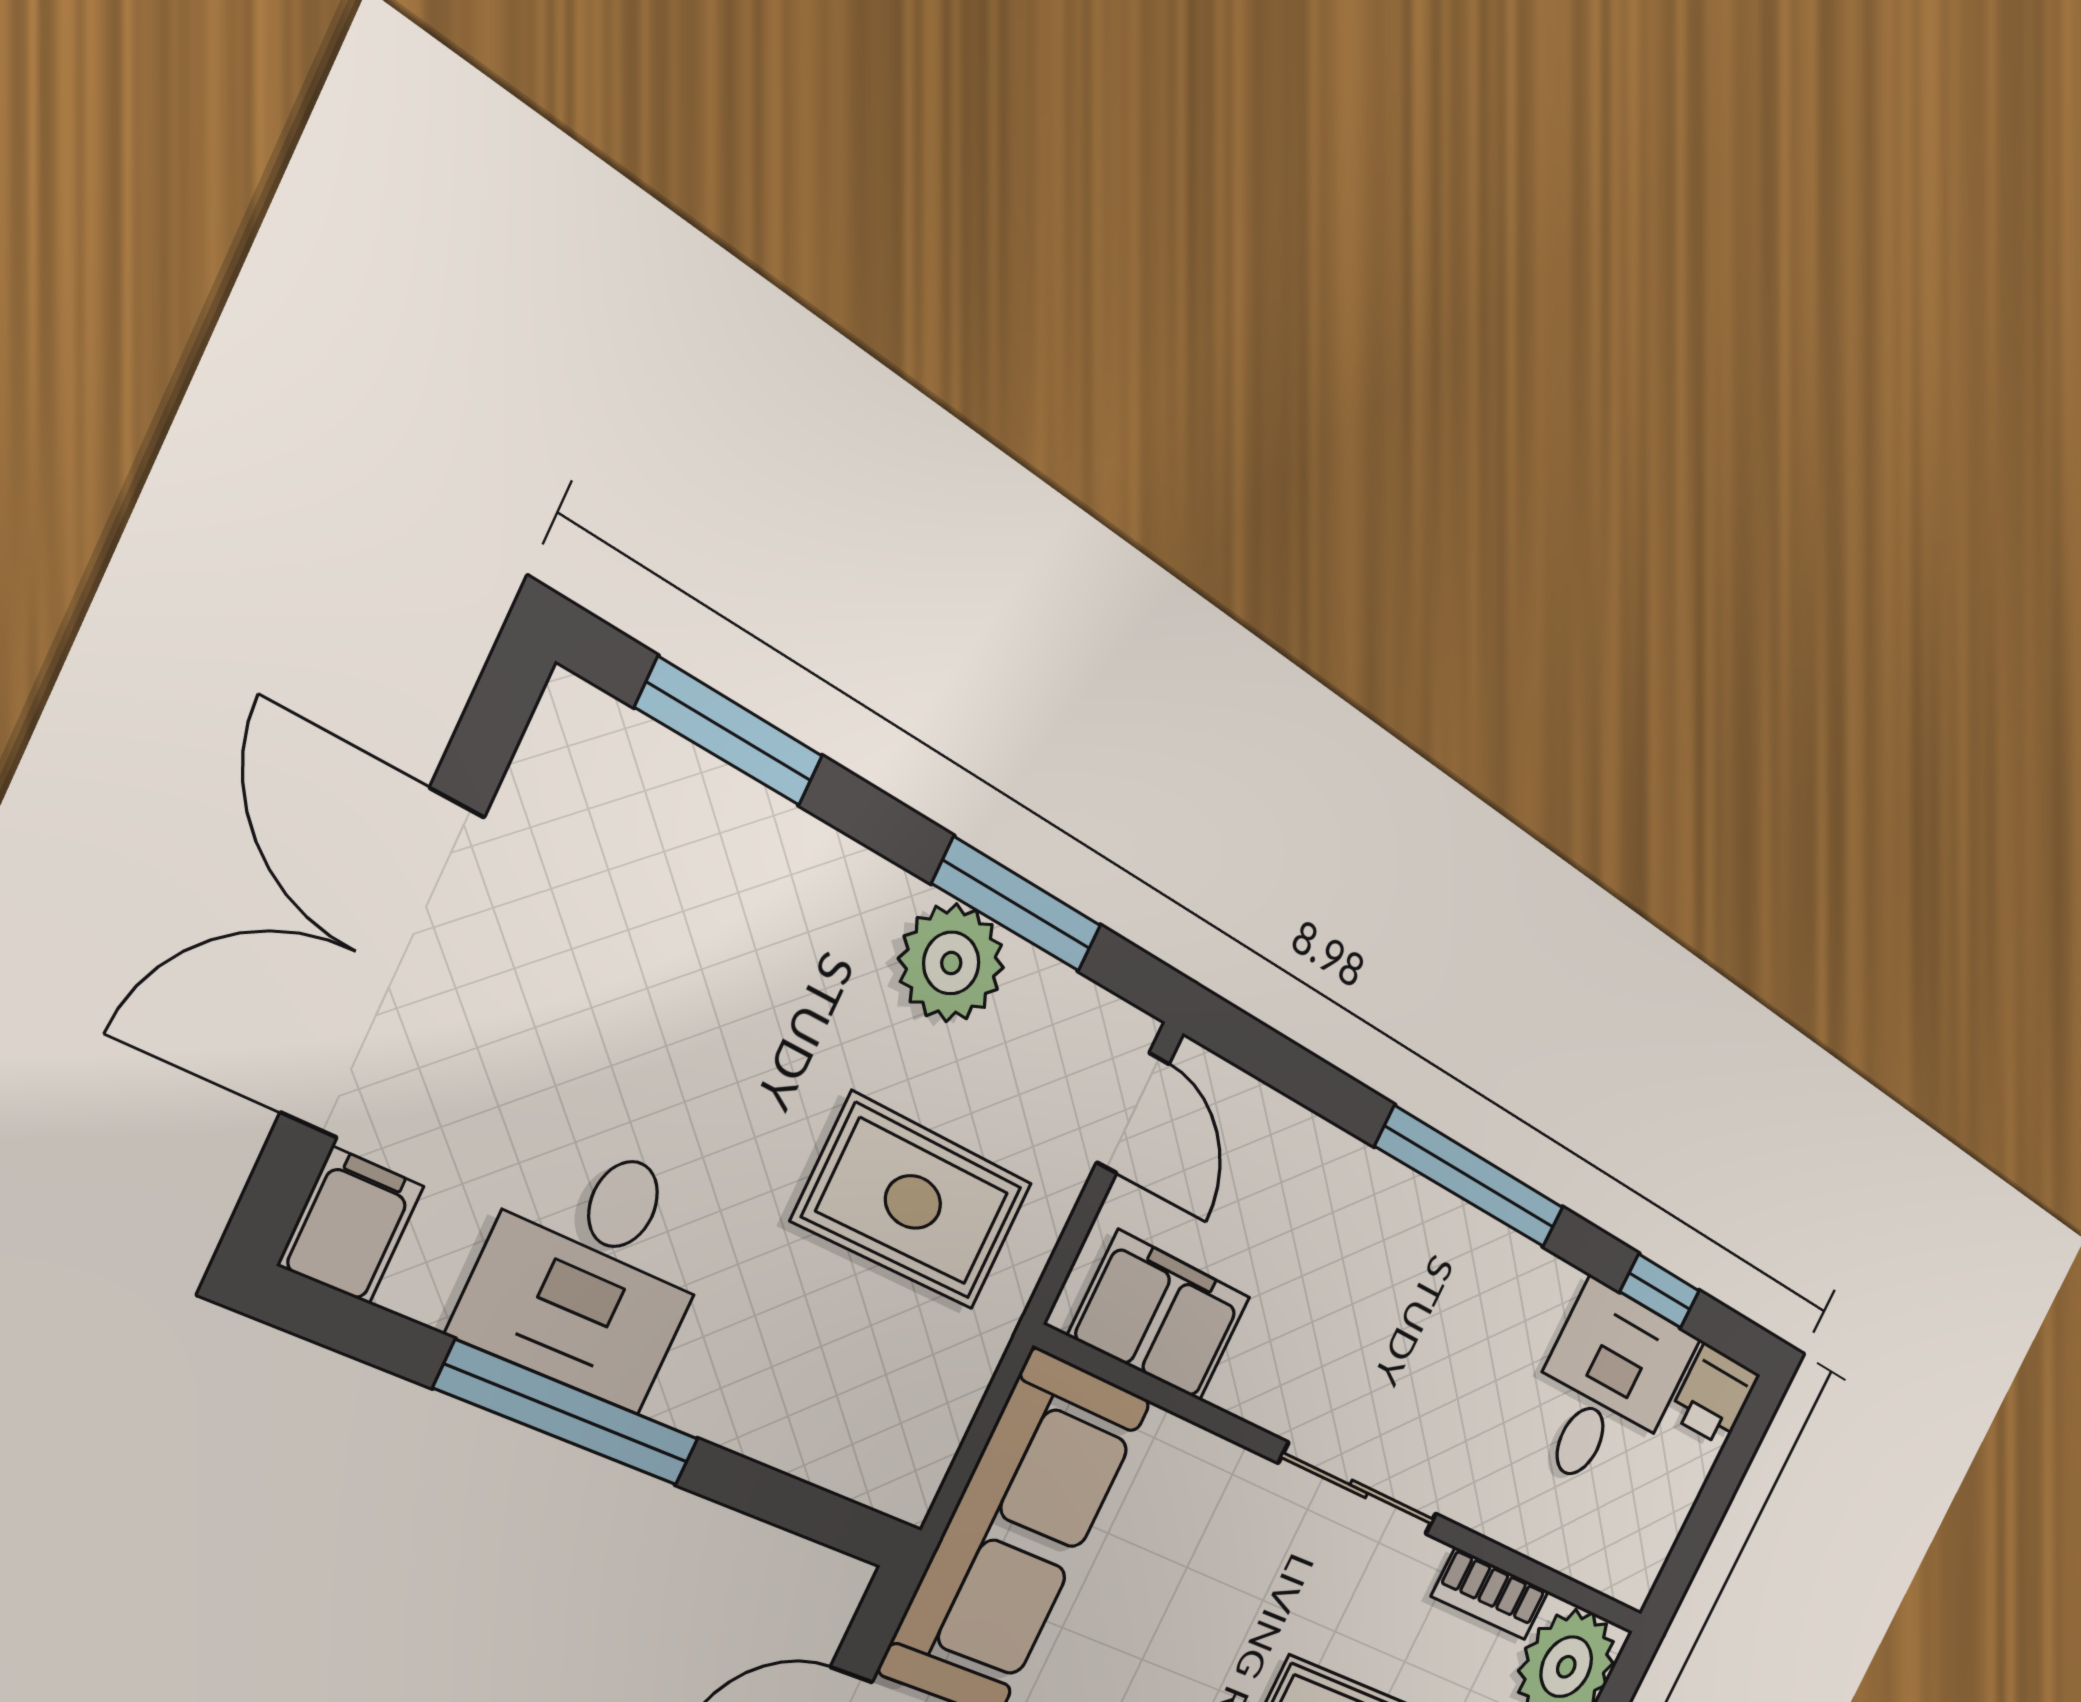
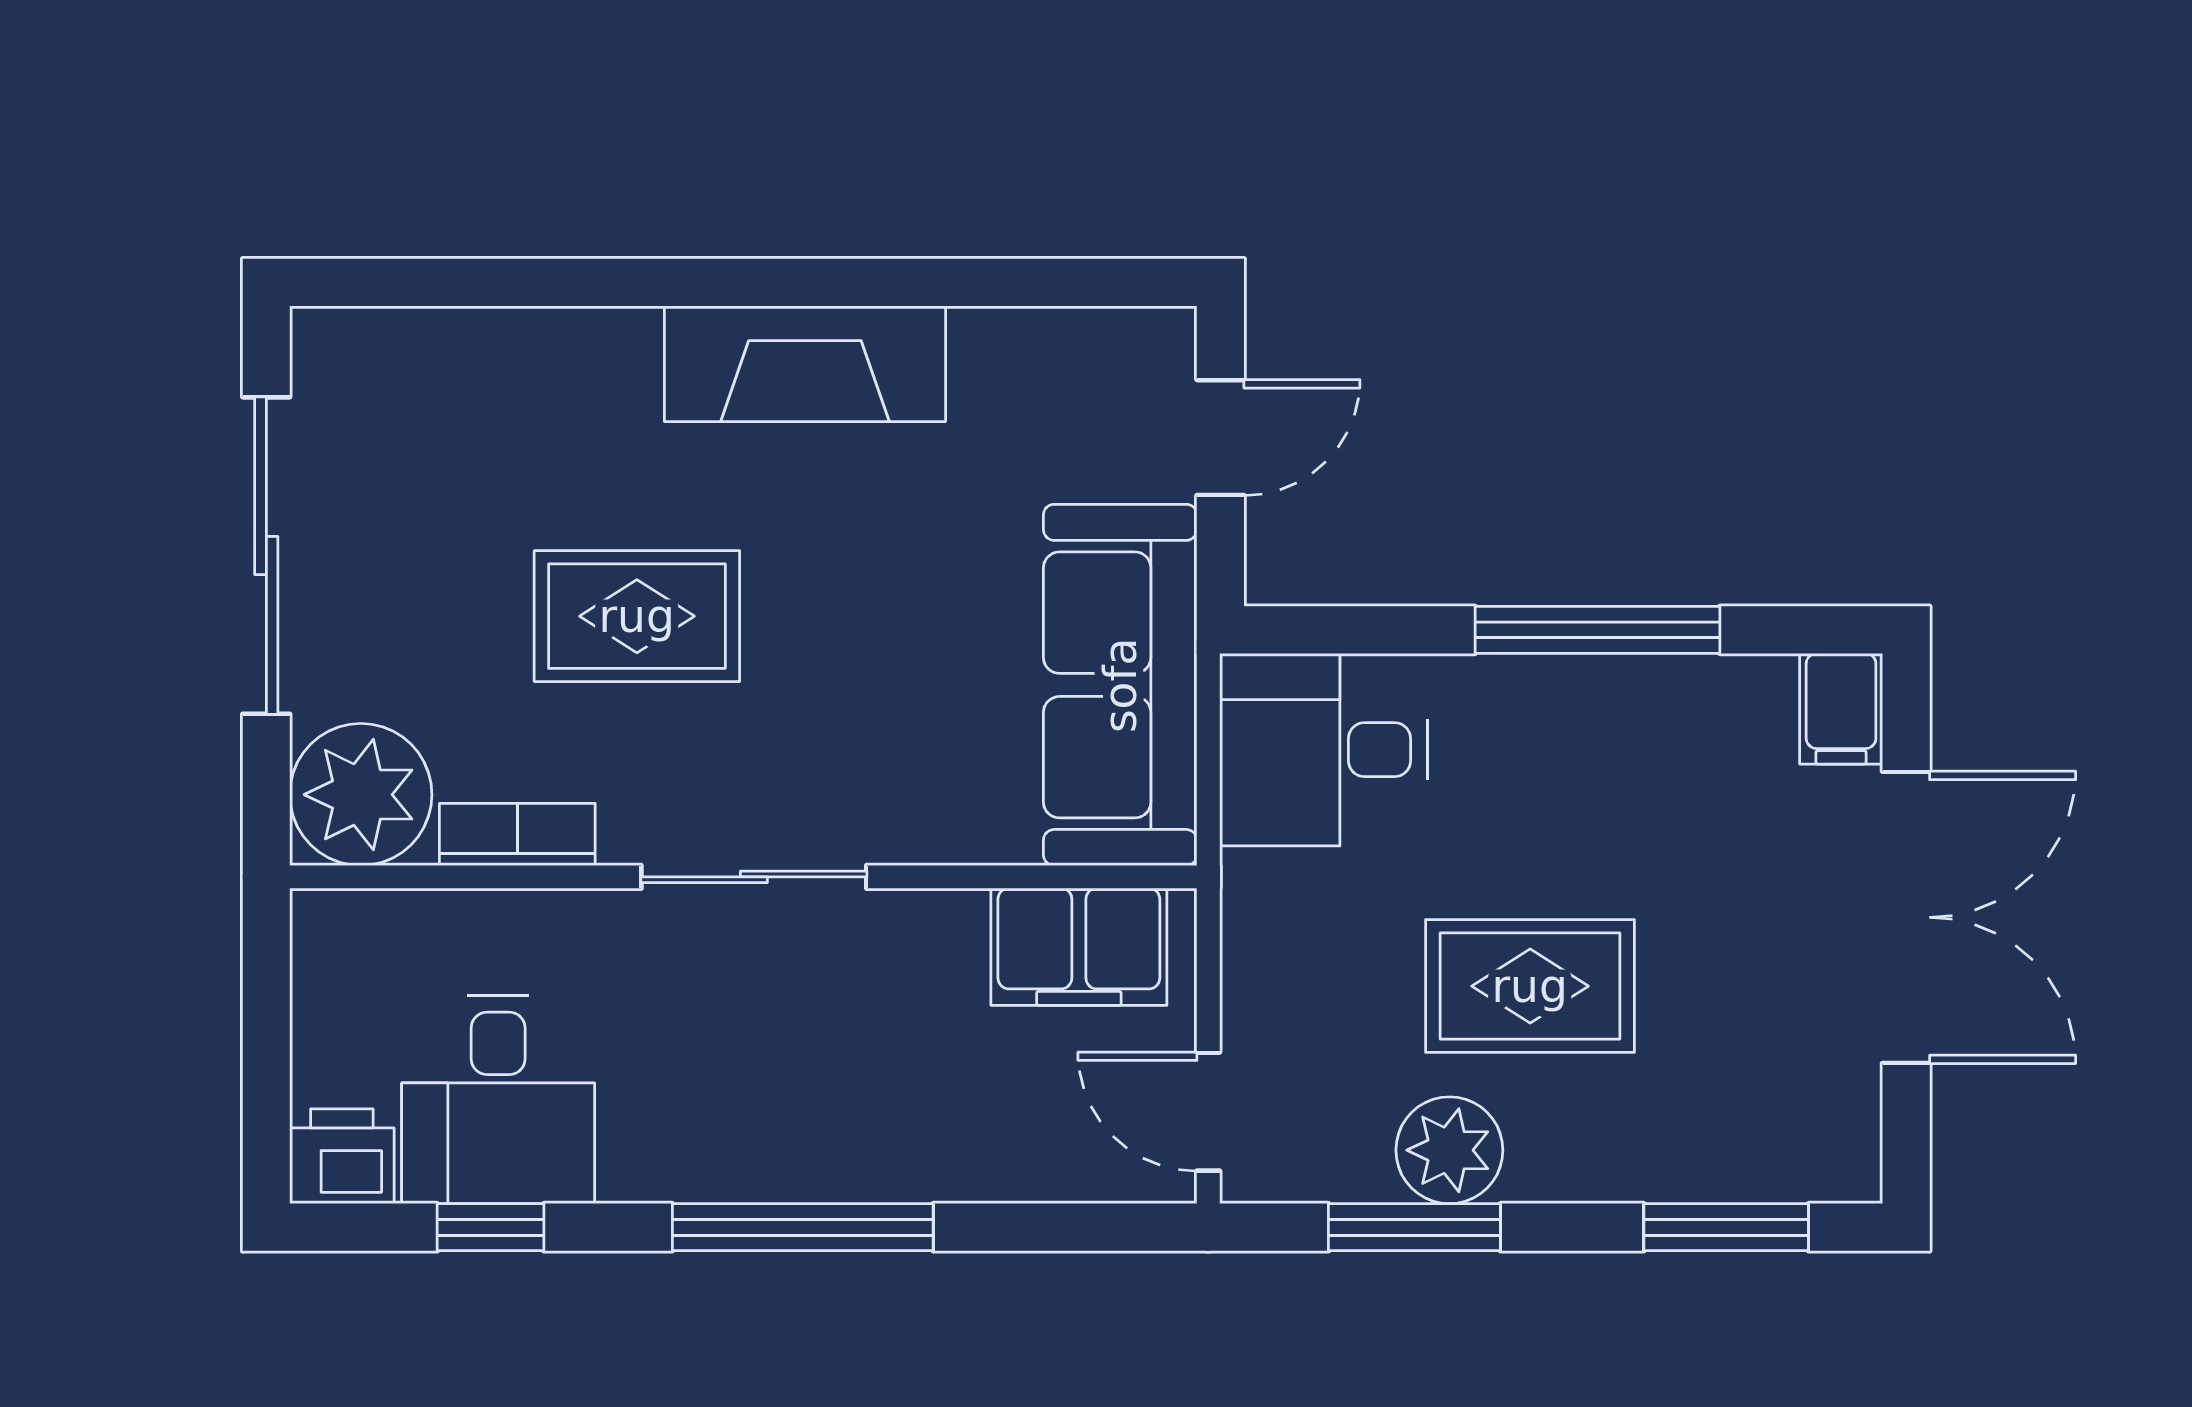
rug: (913, 1202) -> (1530, 986), moved
desk: (592, 1270) -> (1323, 750), moved, turned -90

